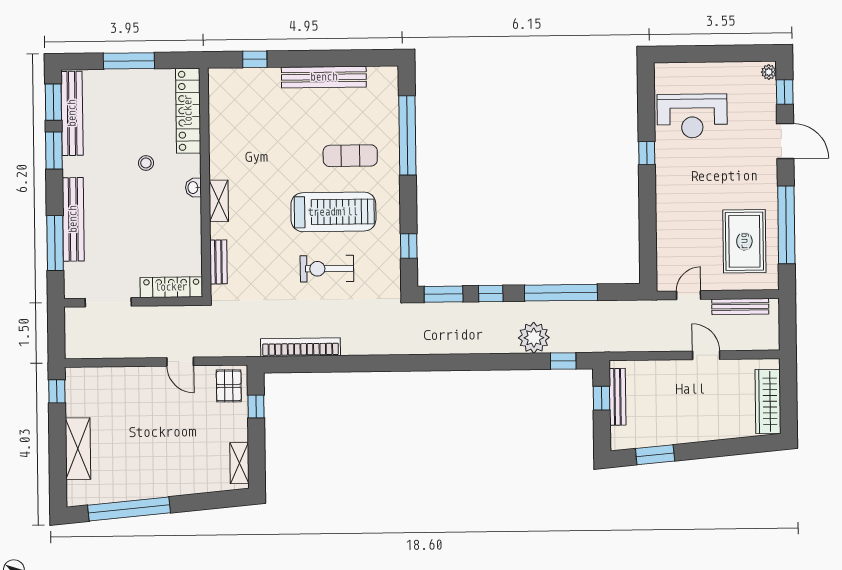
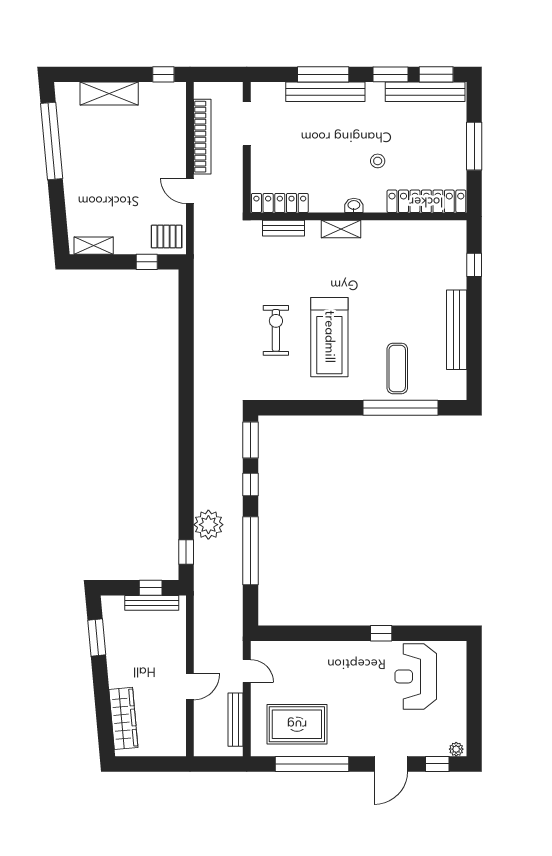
exercise mat: (350, 156) -> (397, 368), moved
window: (55, 243) -> (323, 74), moved
window: (409, 246) -> (296, 408), removed
locker: (171, 287) -> (280, 203), moved, turned -90
bookcase: (300, 347) -> (202, 137), moved
door: (180, 362) -> (190, 191), hinge flipped
wardrobe: (768, 401) -> (123, 718), moved, turned 85

